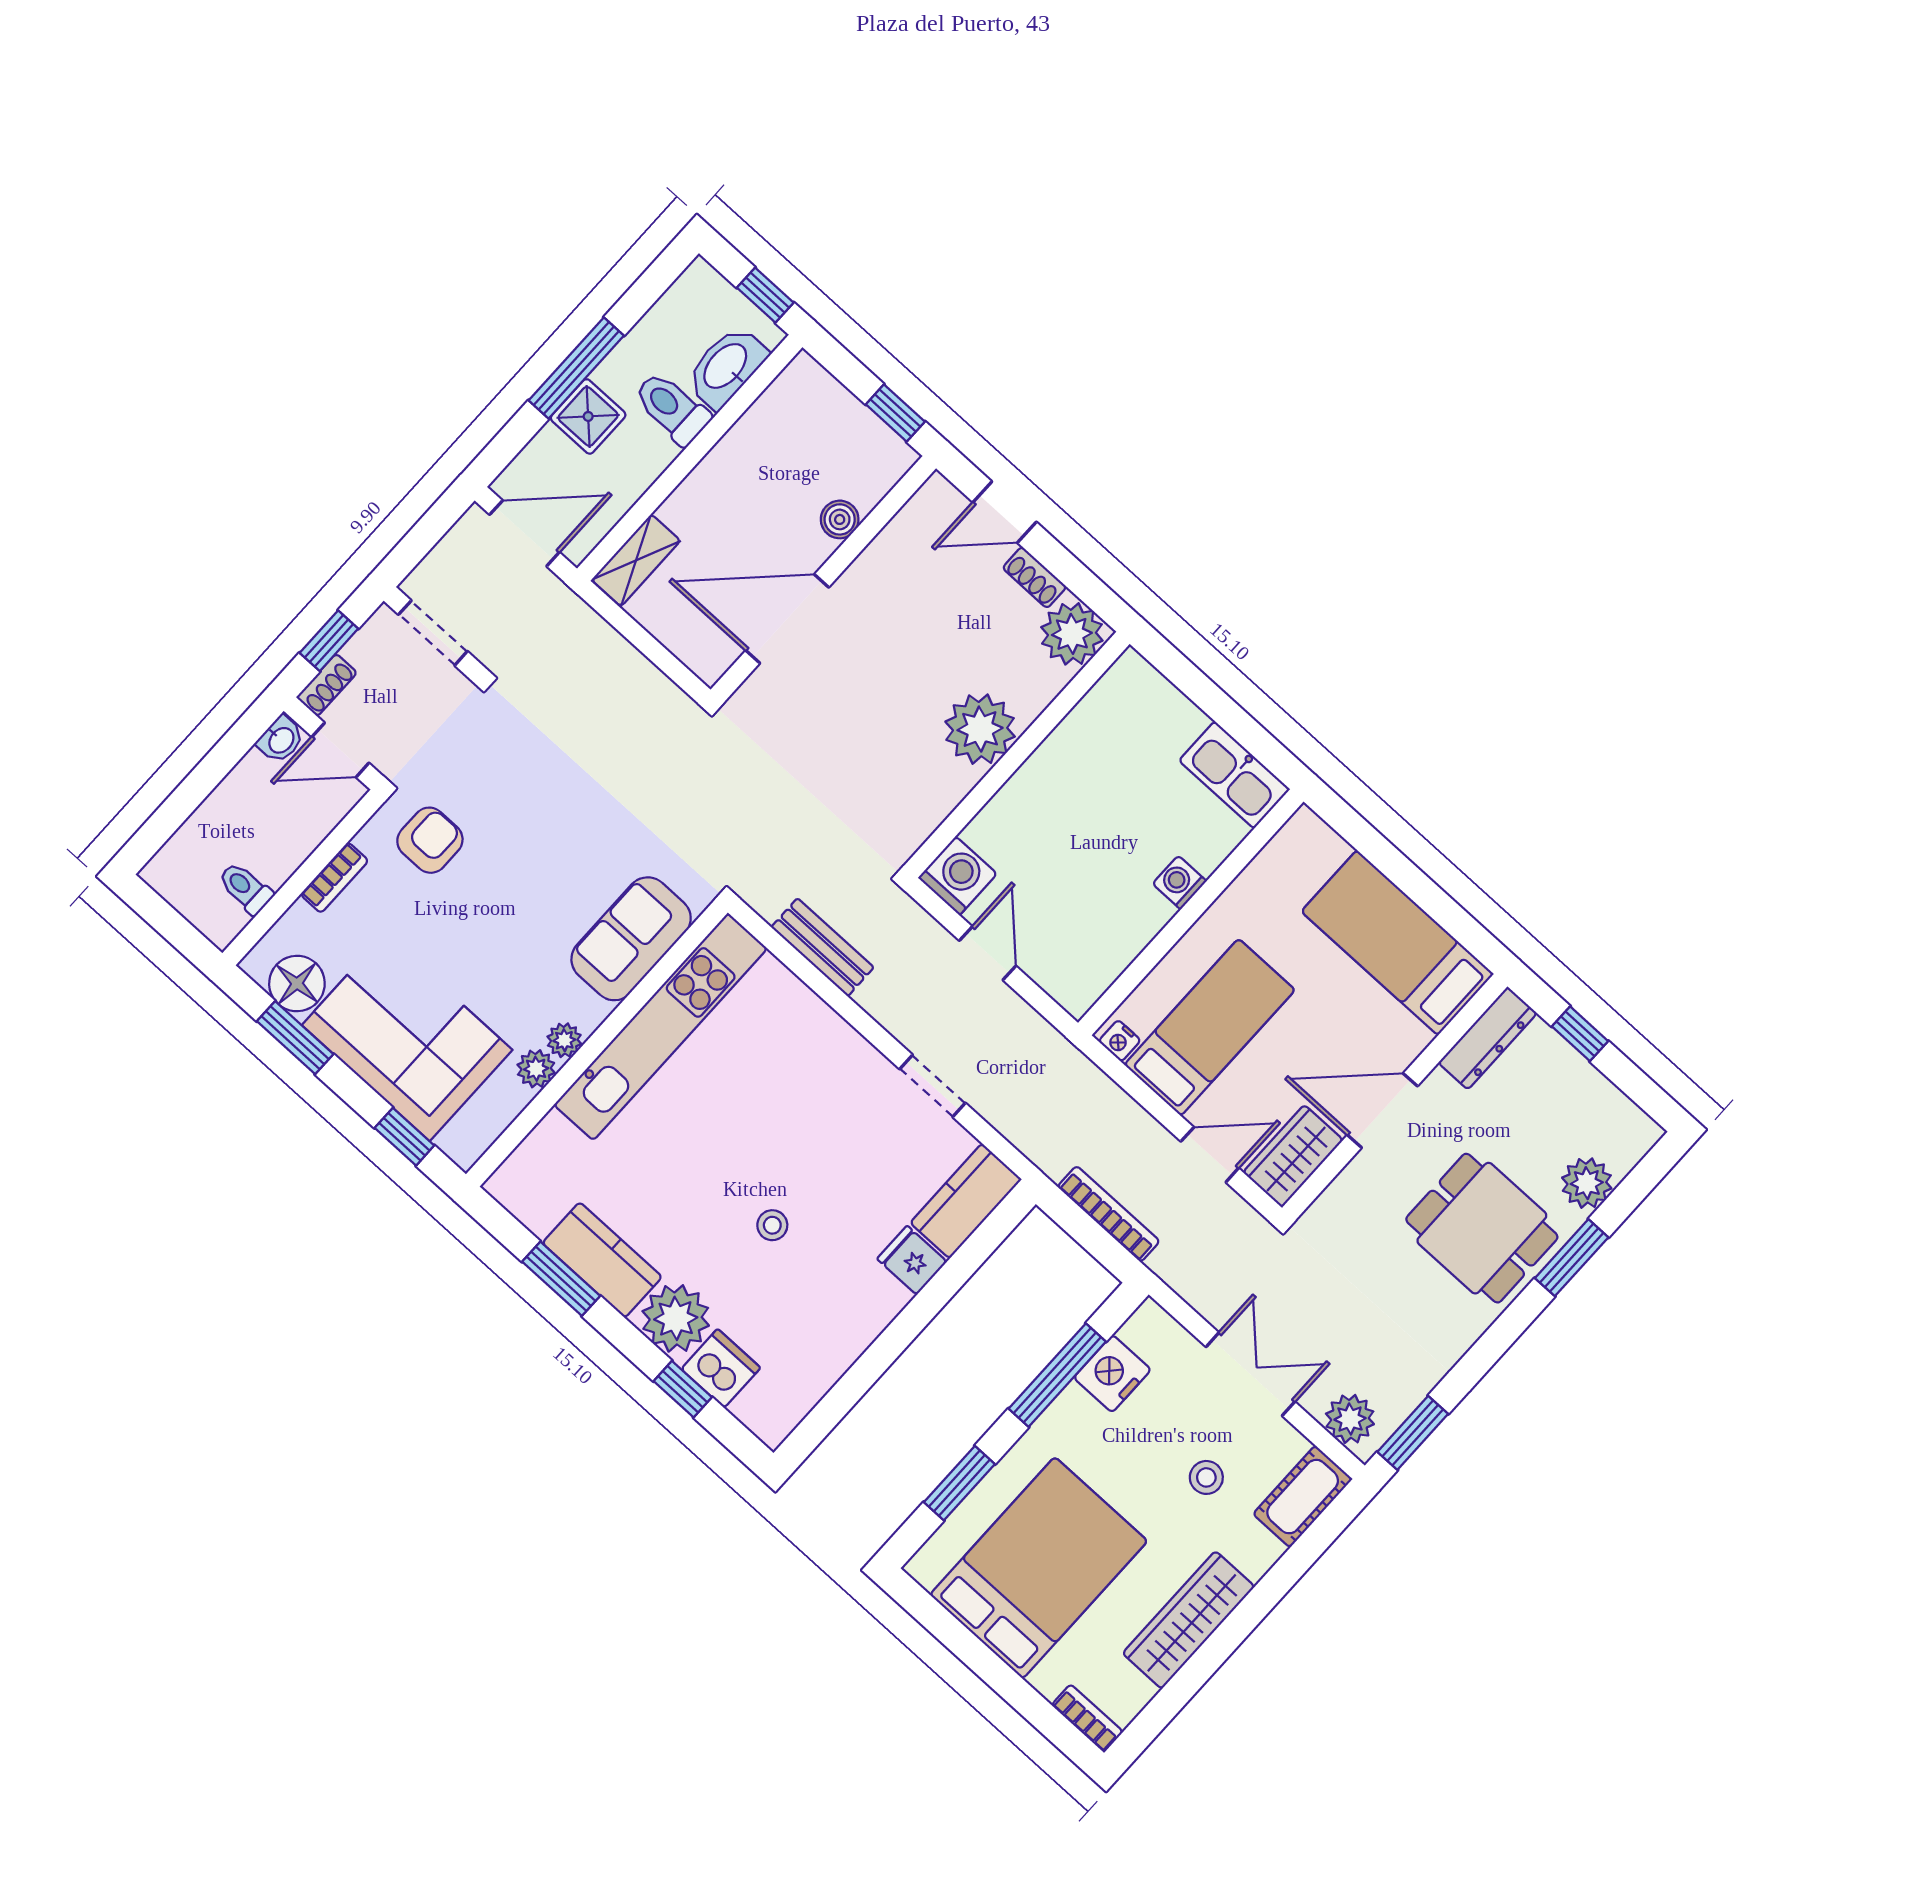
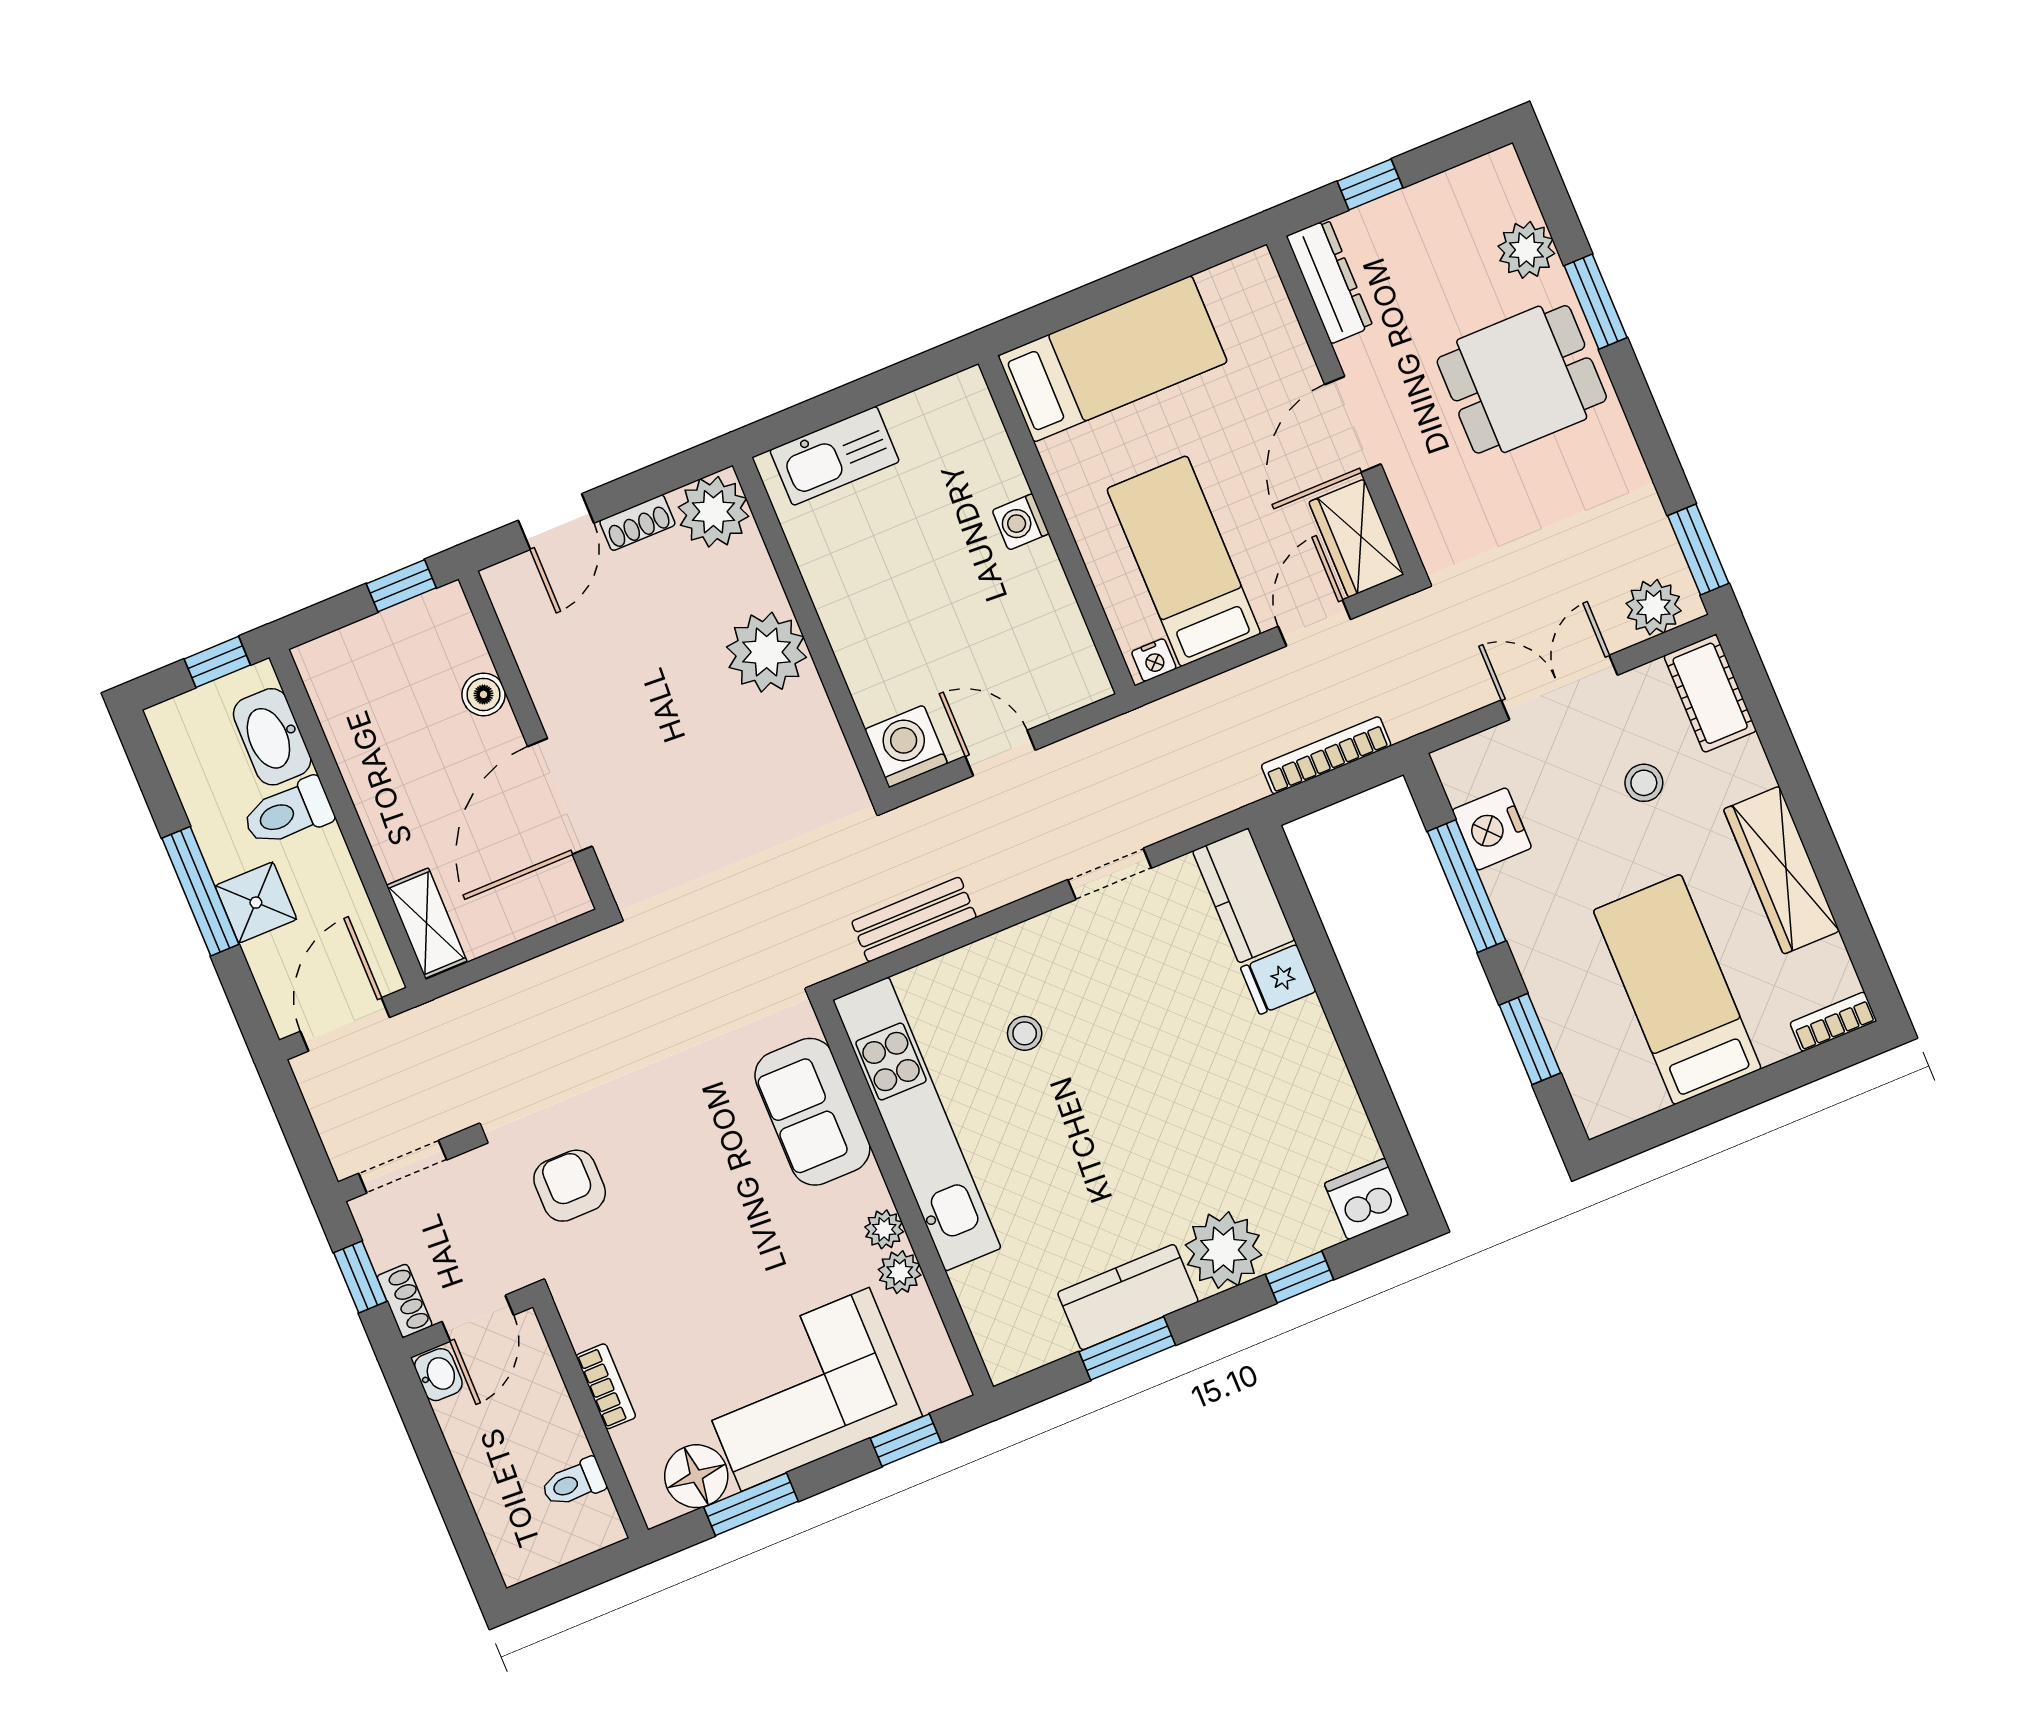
kitchen sink: (1234, 775) -> (835, 456), moved
armchair: (430, 840) -> (570, 1186), moved
bed: (1397, 943) -> (1113, 359), moved, turned 180
stool: (772, 1225) -> (1025, 1033), moved
dishwasher: (721, 1368) -> (1366, 1199), moved
bed: (1039, 1568) -> (1677, 989), width x0.67

